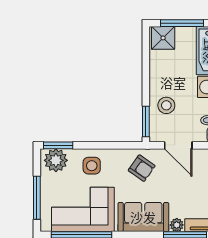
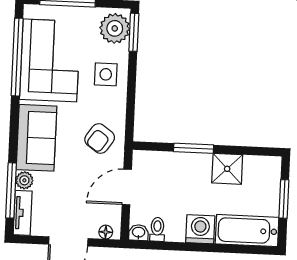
window: (182, 23) -> (284, 199), width x0.69
shower: (163, 38) -> (227, 169), moved
stool: (166, 105) -> (179, 174), removed
window: (146, 121) -> (194, 148), moved

